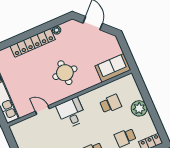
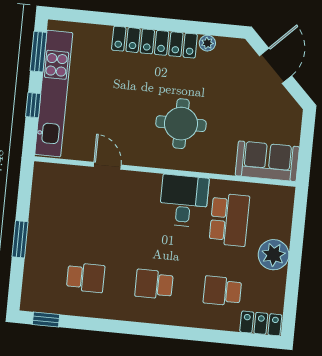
school desk: (111, 104) -> (229, 220), width x1.85
desk: (71, 113) -> (184, 201), moved

